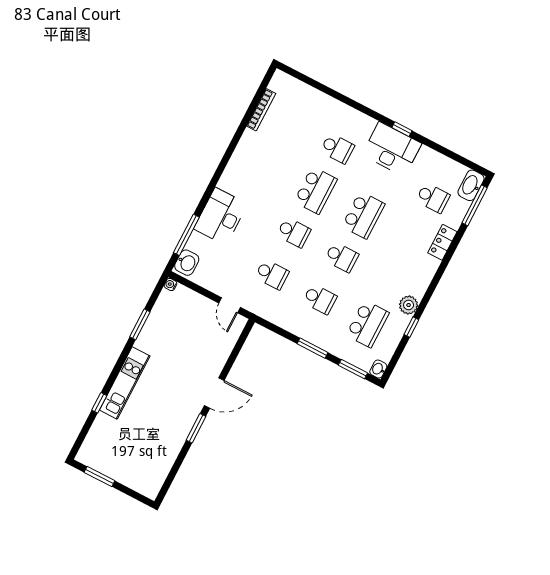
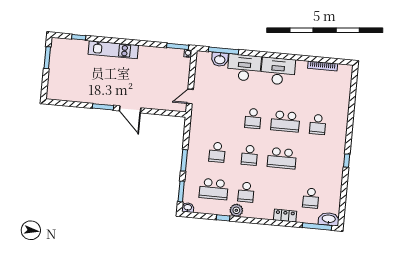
desk: (392, 149) -> (278, 71), moved, turned -90
washbasin: (187, 263) -> (220, 59), moved
school desk: (272, 274) -> (246, 192), moved
window: (140, 324) -> (178, 46), moved
window: (99, 403) -> (79, 37), moved

